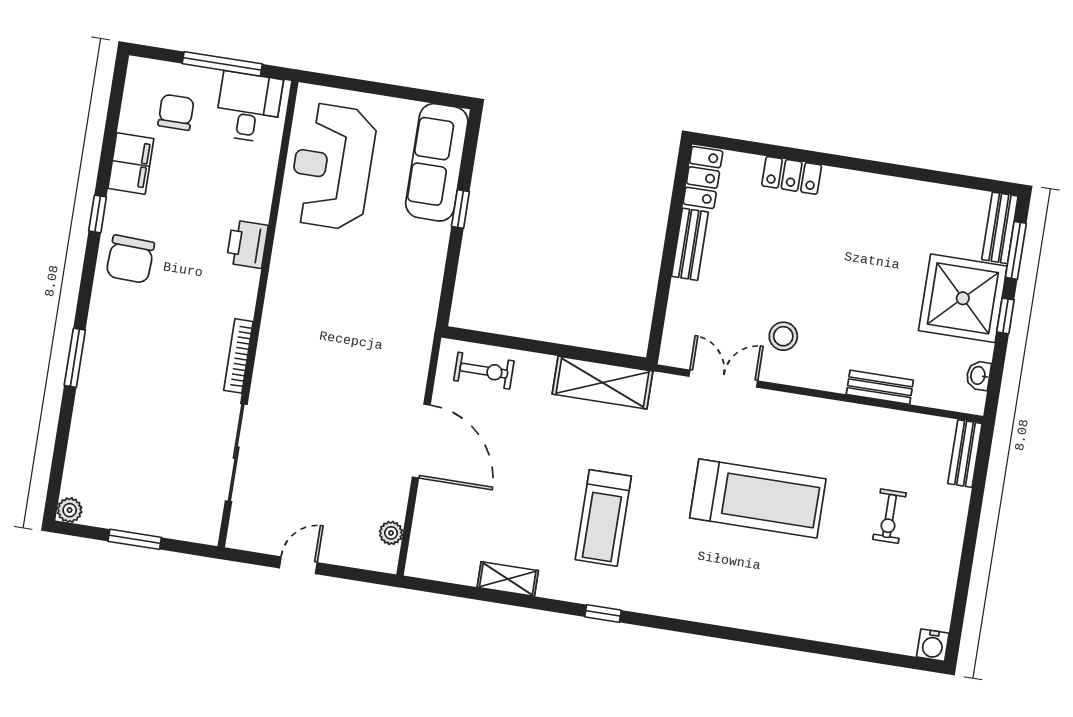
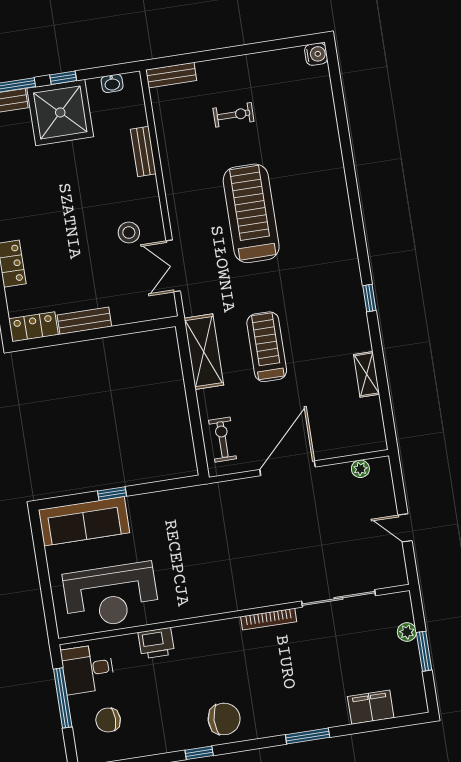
filing cabinet: (131, 163) -> (371, 707), moved
printer: (247, 244) -> (156, 643), moved
plant: (70, 510) -> (407, 632), moved
treadmill: (603, 518) -> (267, 347), moved, turned -90

